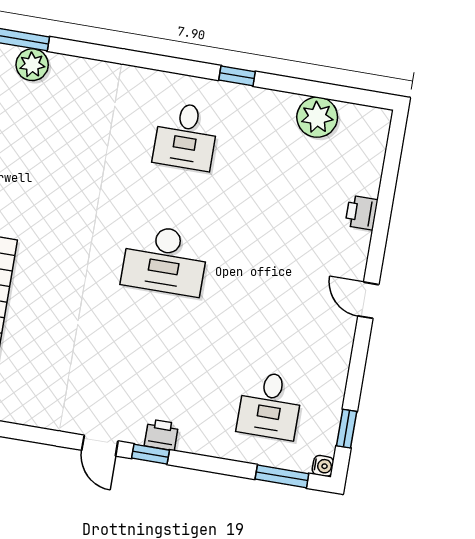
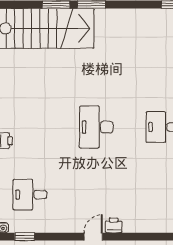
printer: (361, 213) -> (114, 225), moved

